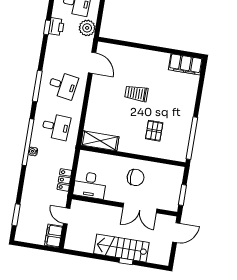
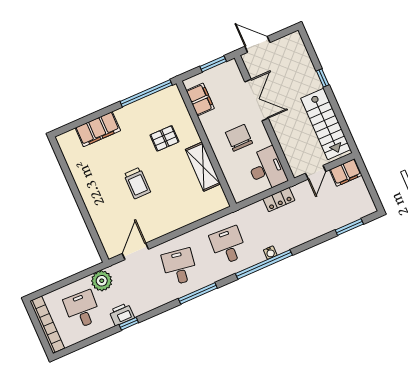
filing cabinet: (186, 64) -> (98, 129), moved, turned 90
shelving: (100, 141) -> (203, 167), moved
filing cabinet: (164, 171) -> (200, 99), added
chair: (136, 177) -> (239, 138), moved
stairs: (121, 248) -> (326, 124), moved

